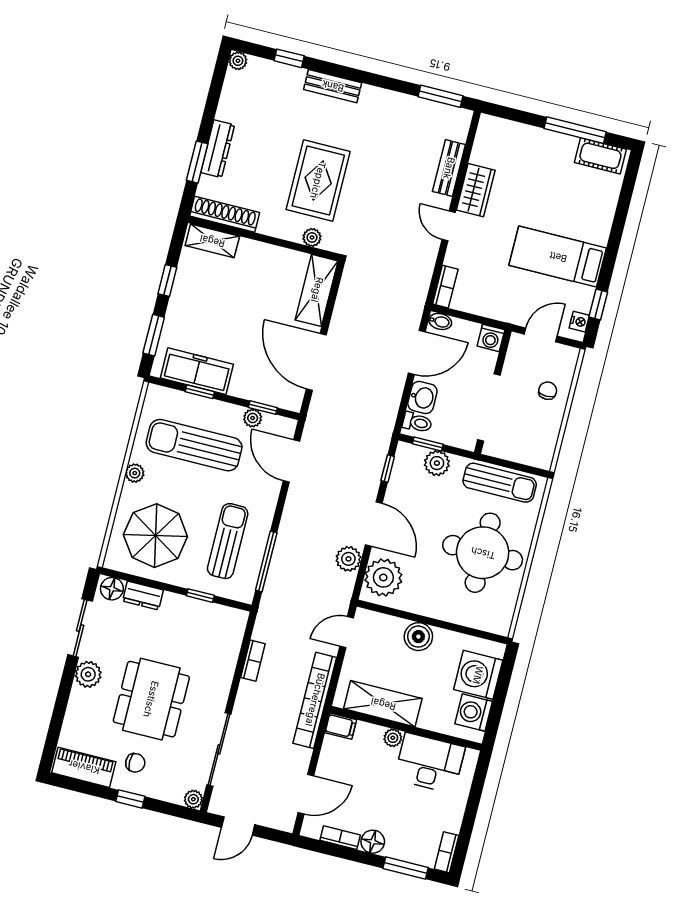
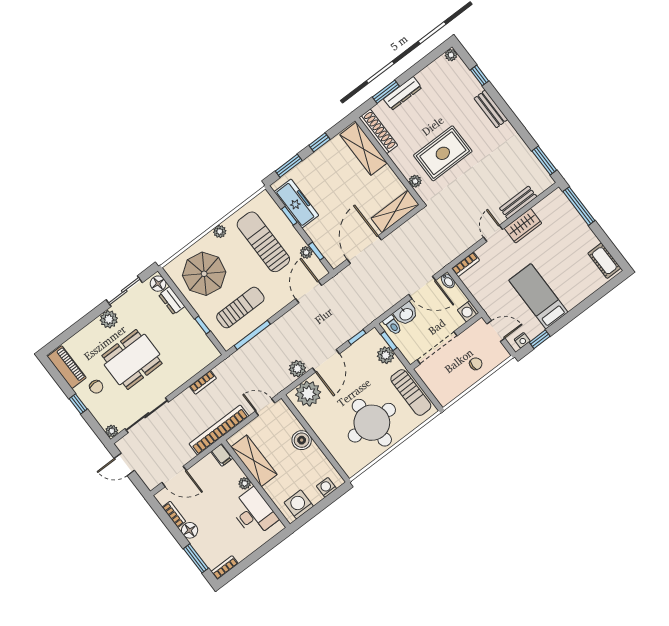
window: (575, 130) -> (579, 206), moved
shelving: (212, 241) -> (364, 149), width x1.50, depth x1.33
washing machine: (478, 675) -> (326, 487), width x0.53, depth x0.53

